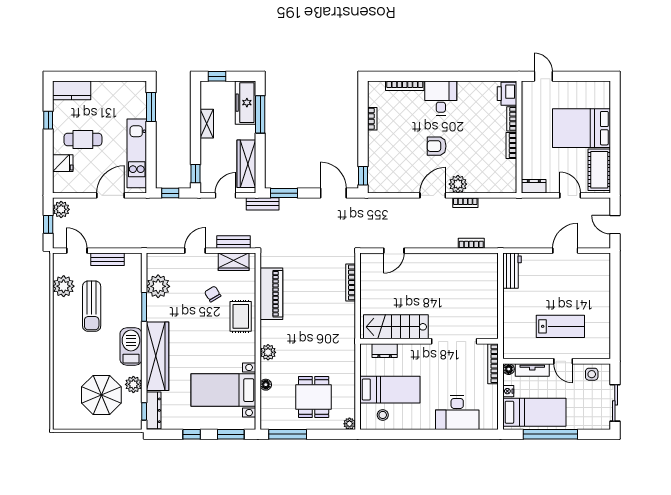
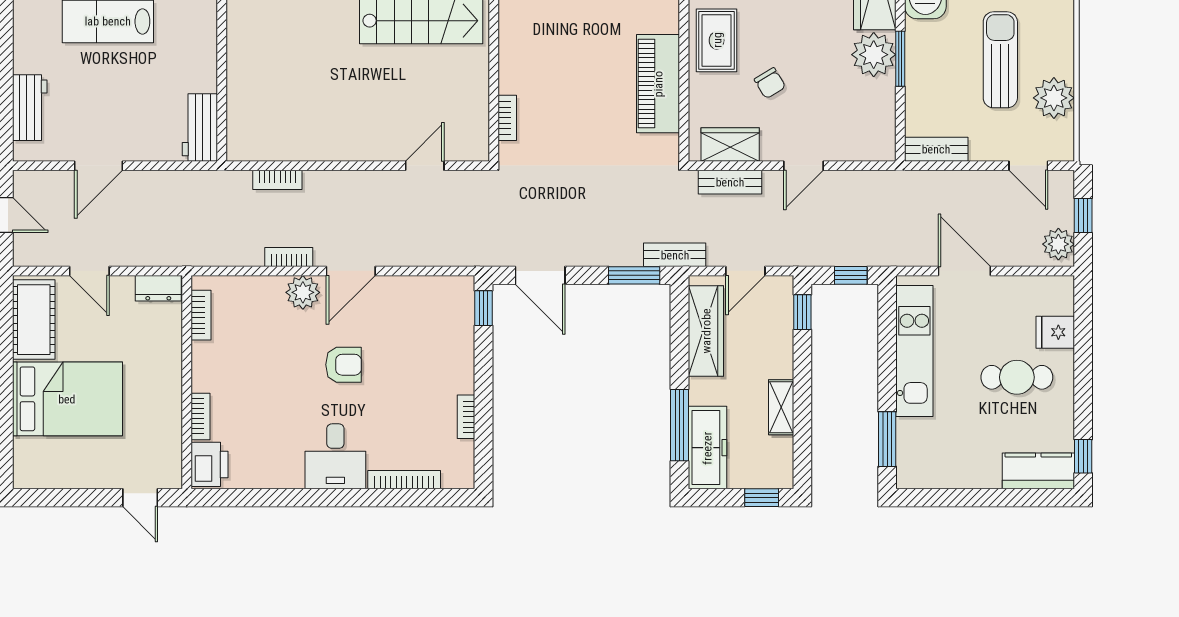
window: (48, 120) -> (1083, 456), moved
bookcase: (511, 146) -> (201, 315), moved
door: (111, 195) -> (964, 271), swing flipped
bench: (107, 259) -> (936, 149), moved
workbench: (601, 281) -> (30, 108), added
bookcase: (351, 282) -> (507, 118), width x0.64
plant: (158, 286) -> (874, 55), moved

